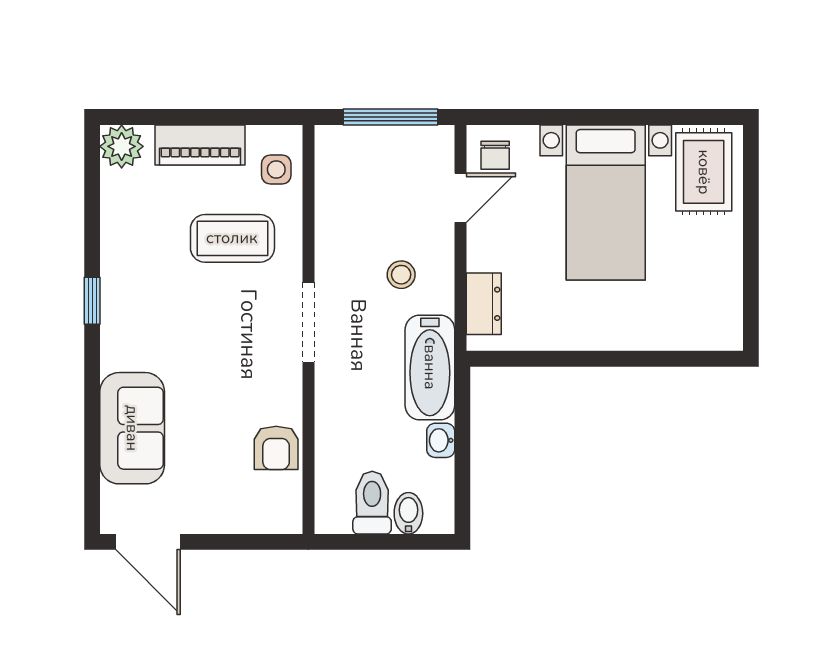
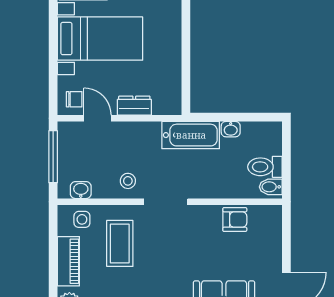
washbasin: (330, 167) -> (81, 190), added
stool: (401, 275) -> (128, 181), moved
dresser: (484, 304) -> (134, 106), moved
bidet: (408, 513) -> (271, 187), moved

